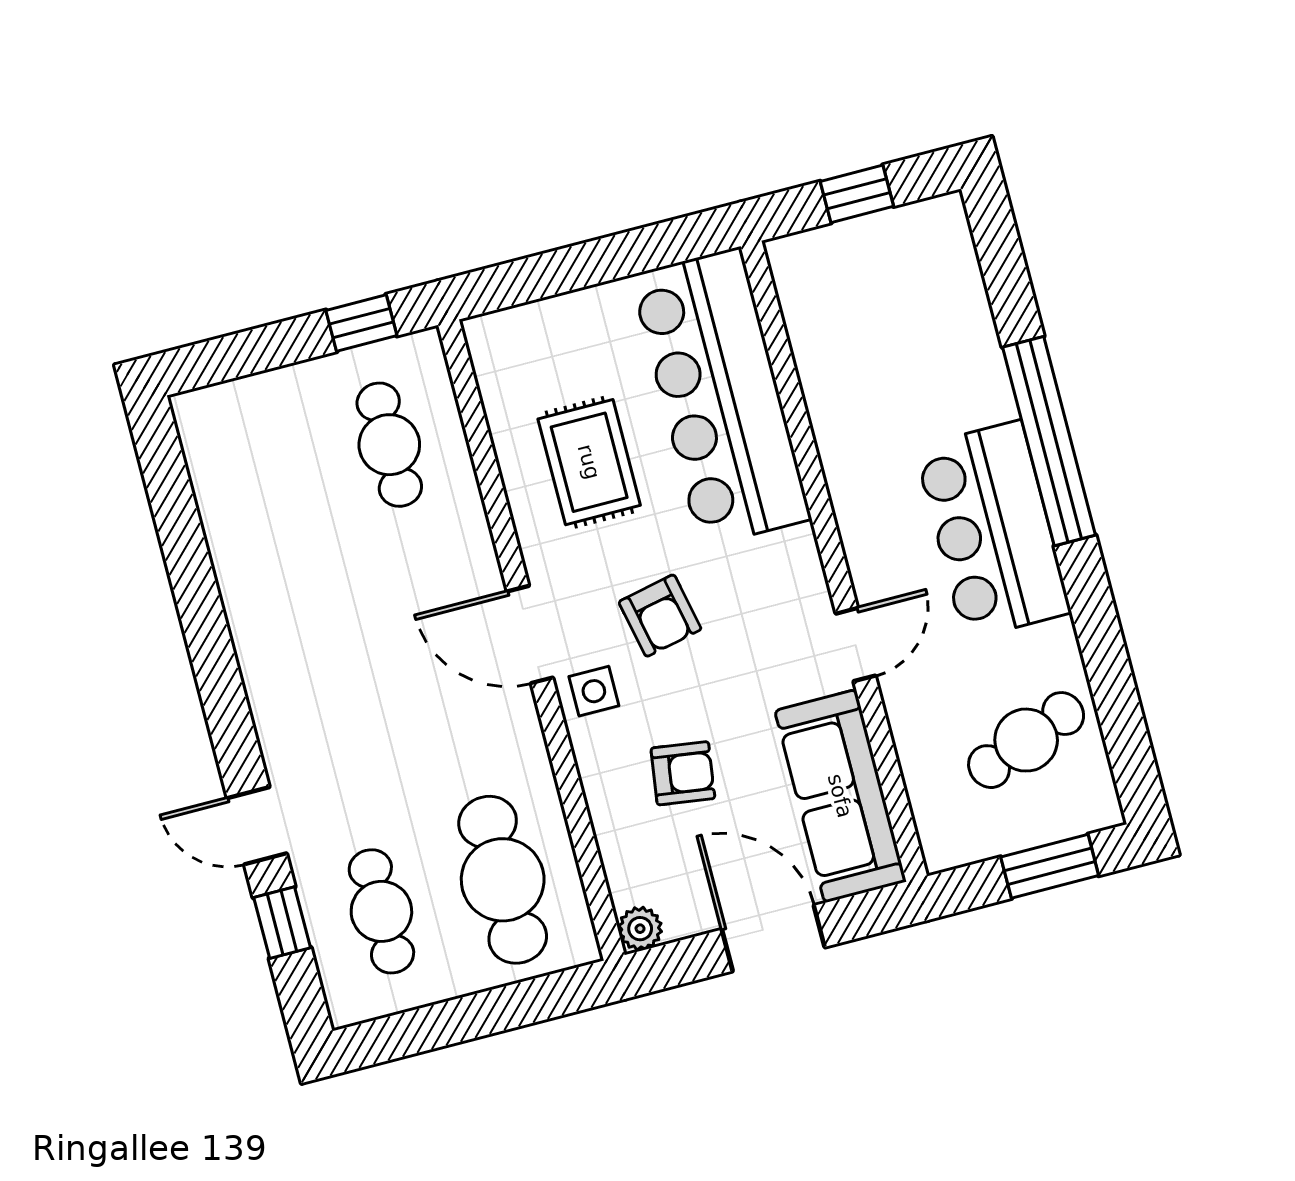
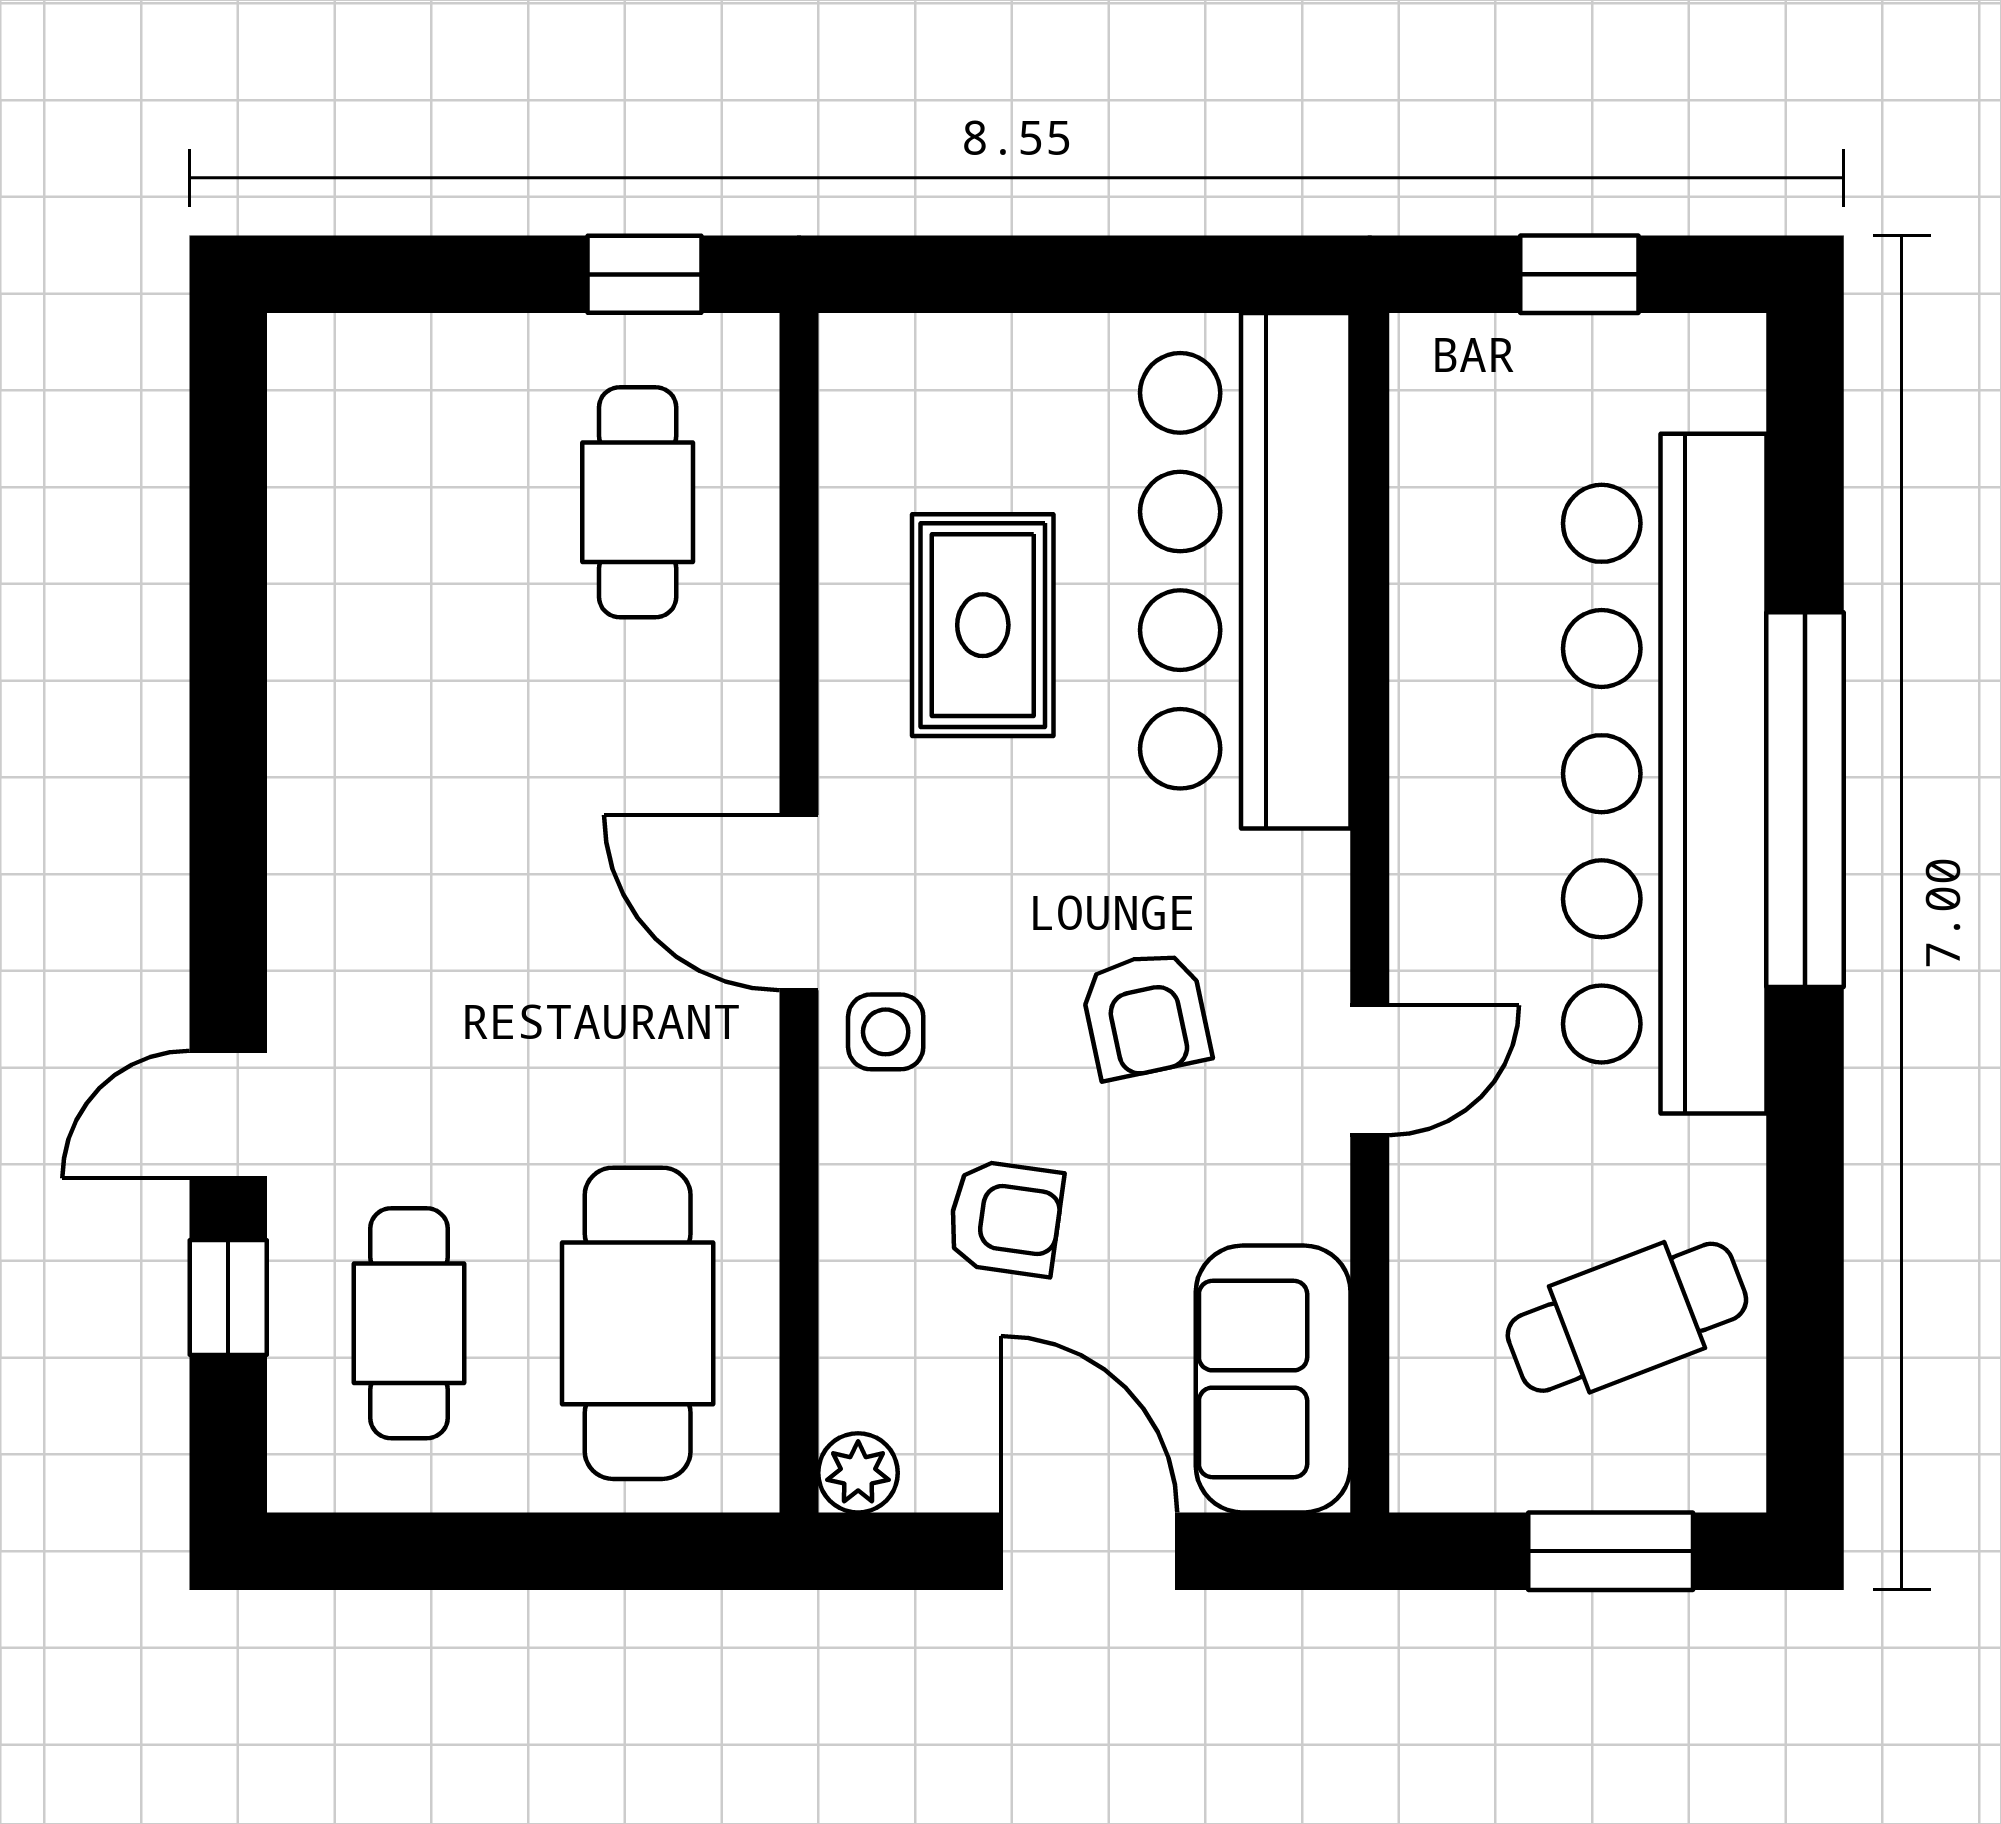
bar counter: (993, 530) -> (1665, 774), width x1.86
armchair: (660, 616) -> (1146, 1015), moved
sofa: (840, 796) -> (1273, 1379), width x0.73
door: (257, 826) -> (228, 1115), hinge flipped

